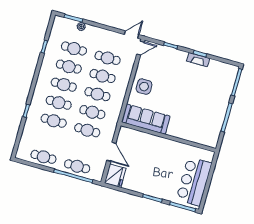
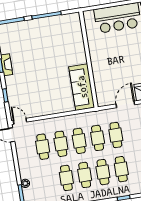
cafe table: (74, 49) -> (48, 181), removed
side table: (144, 87) -> (53, 102), removed

